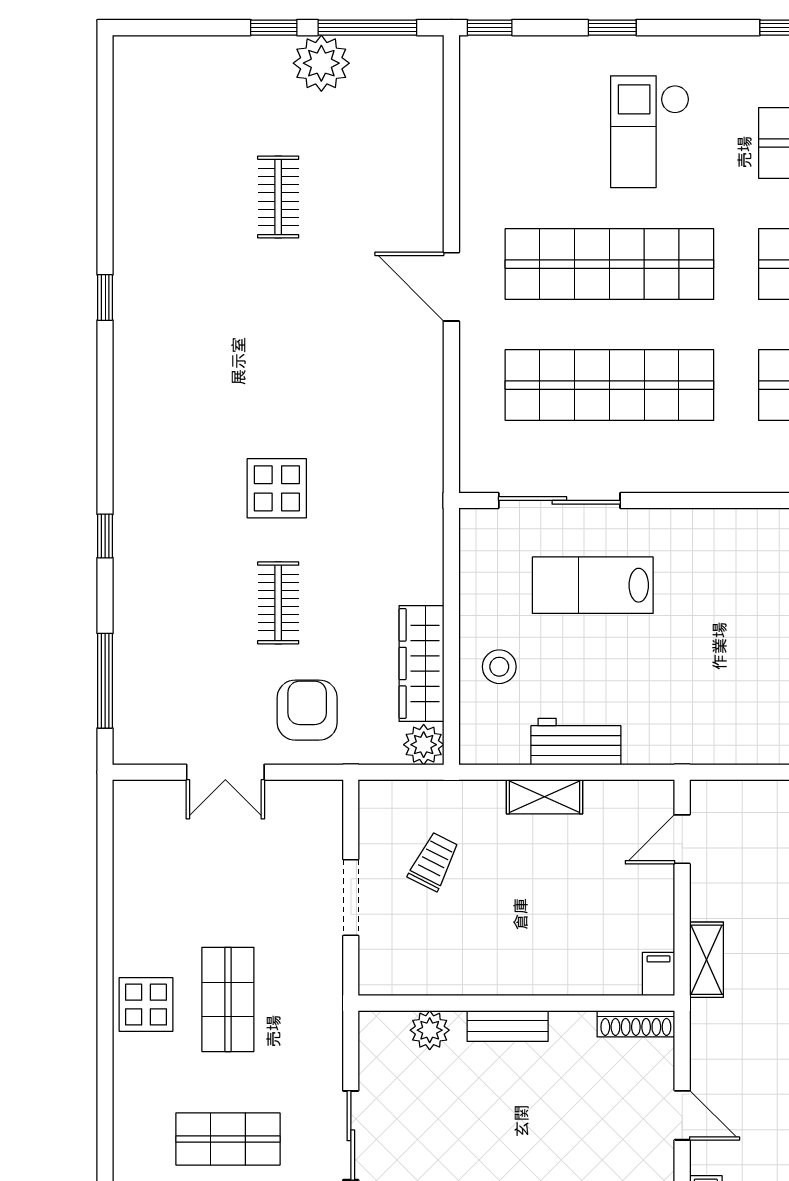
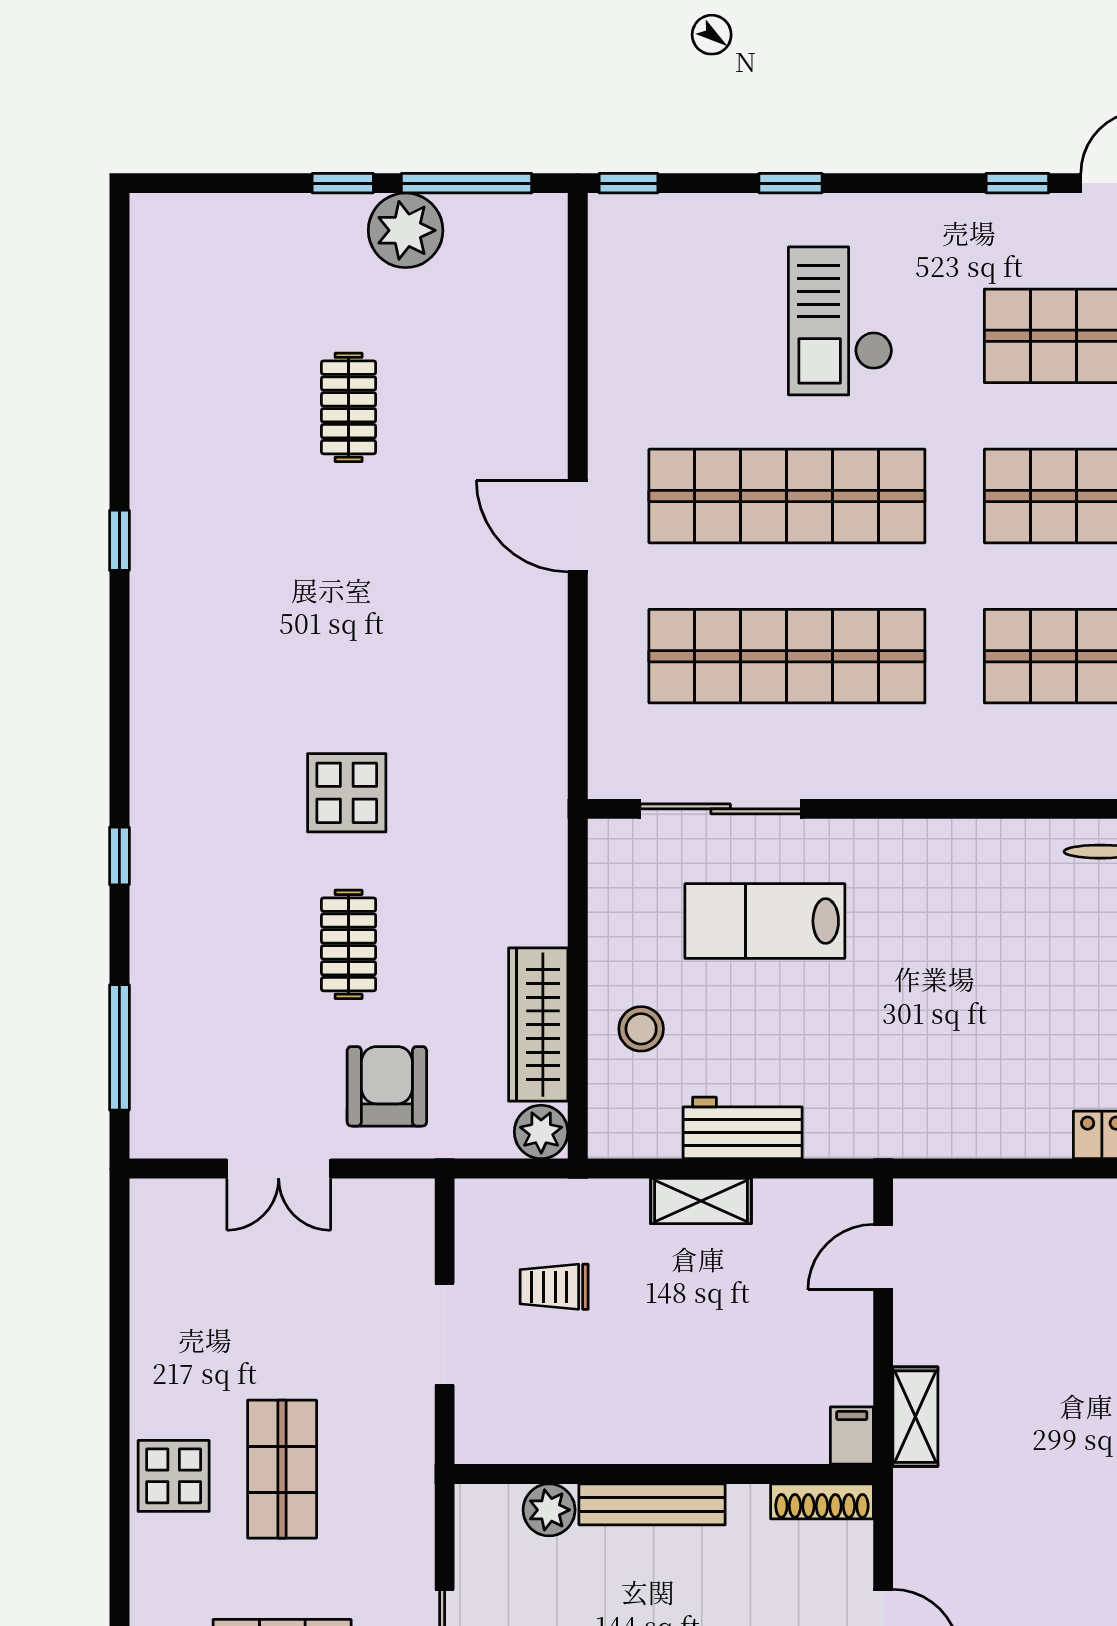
trolley: (434, 862) -> (554, 1287), turned -117
bench: (508, 1026) -> (652, 1504), width x1.36

